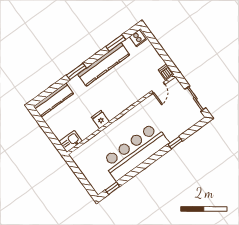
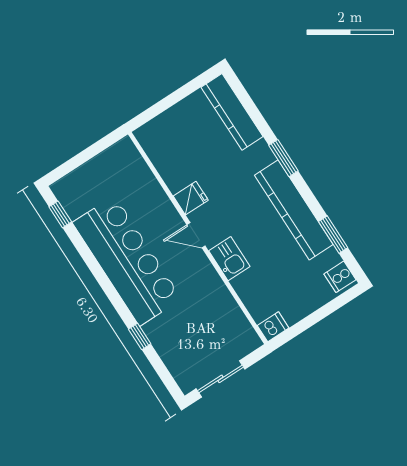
door: (158, 88) -> (196, 235), moved
kitchen sink: (71, 141) -> (229, 259), moved

